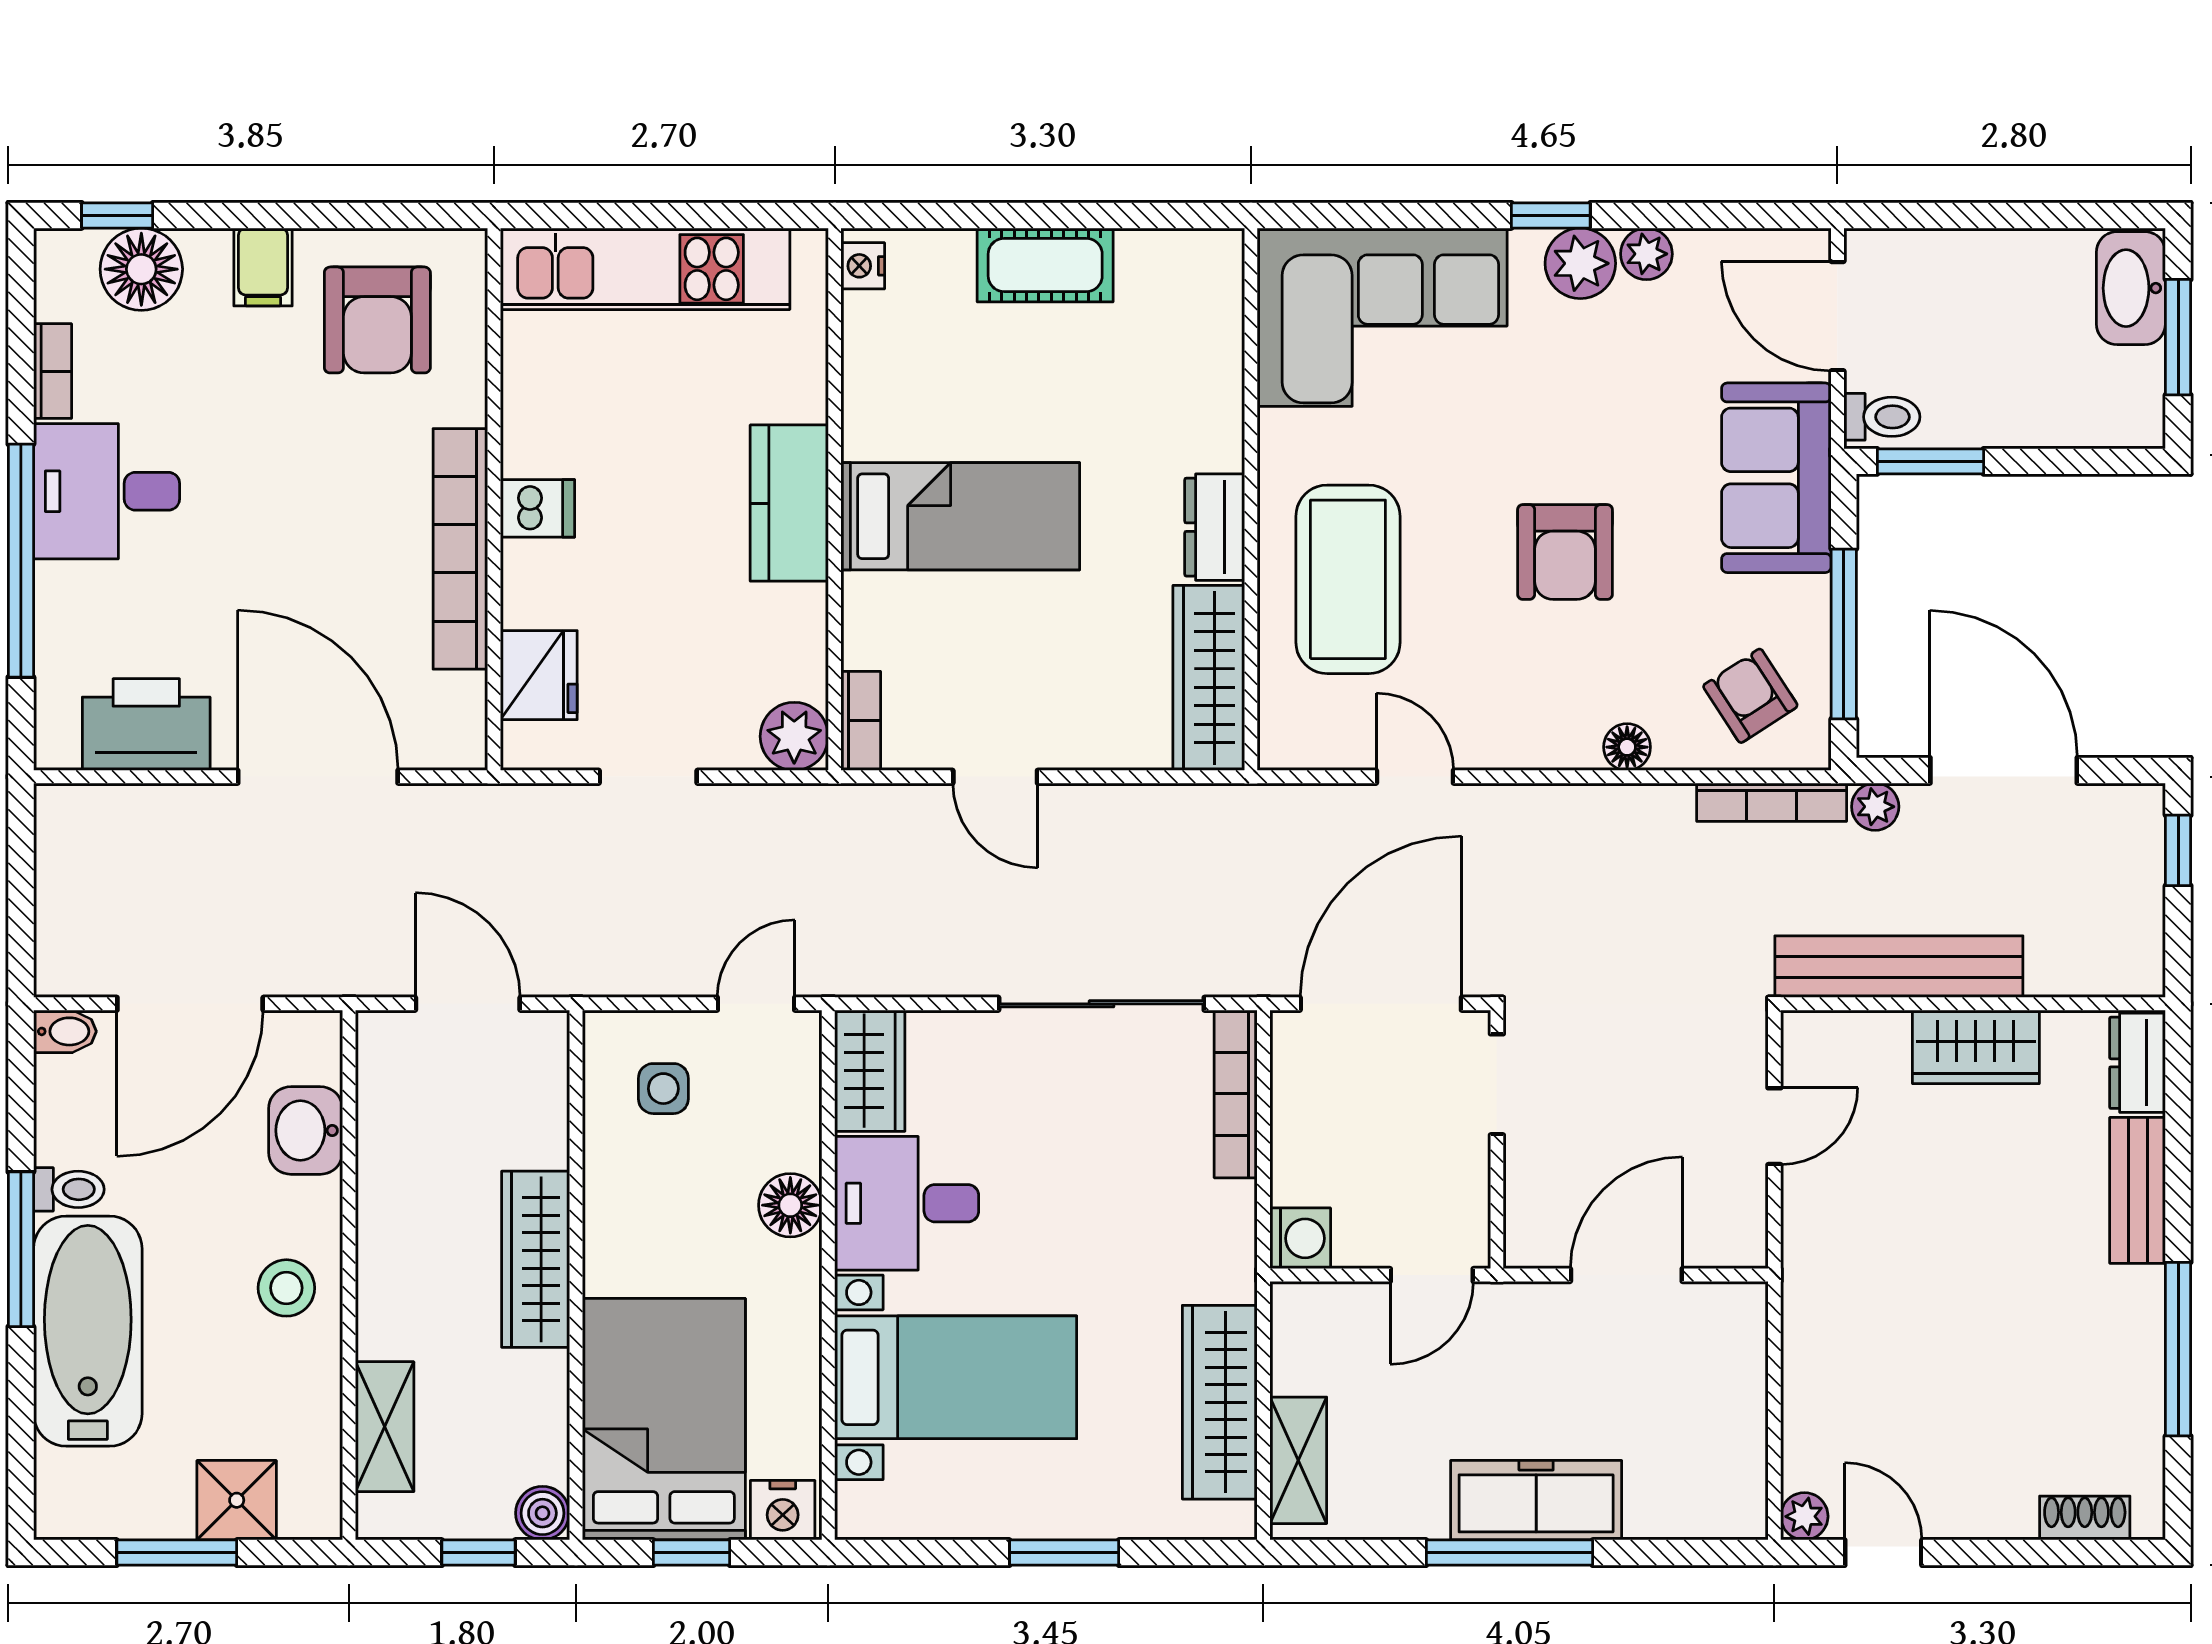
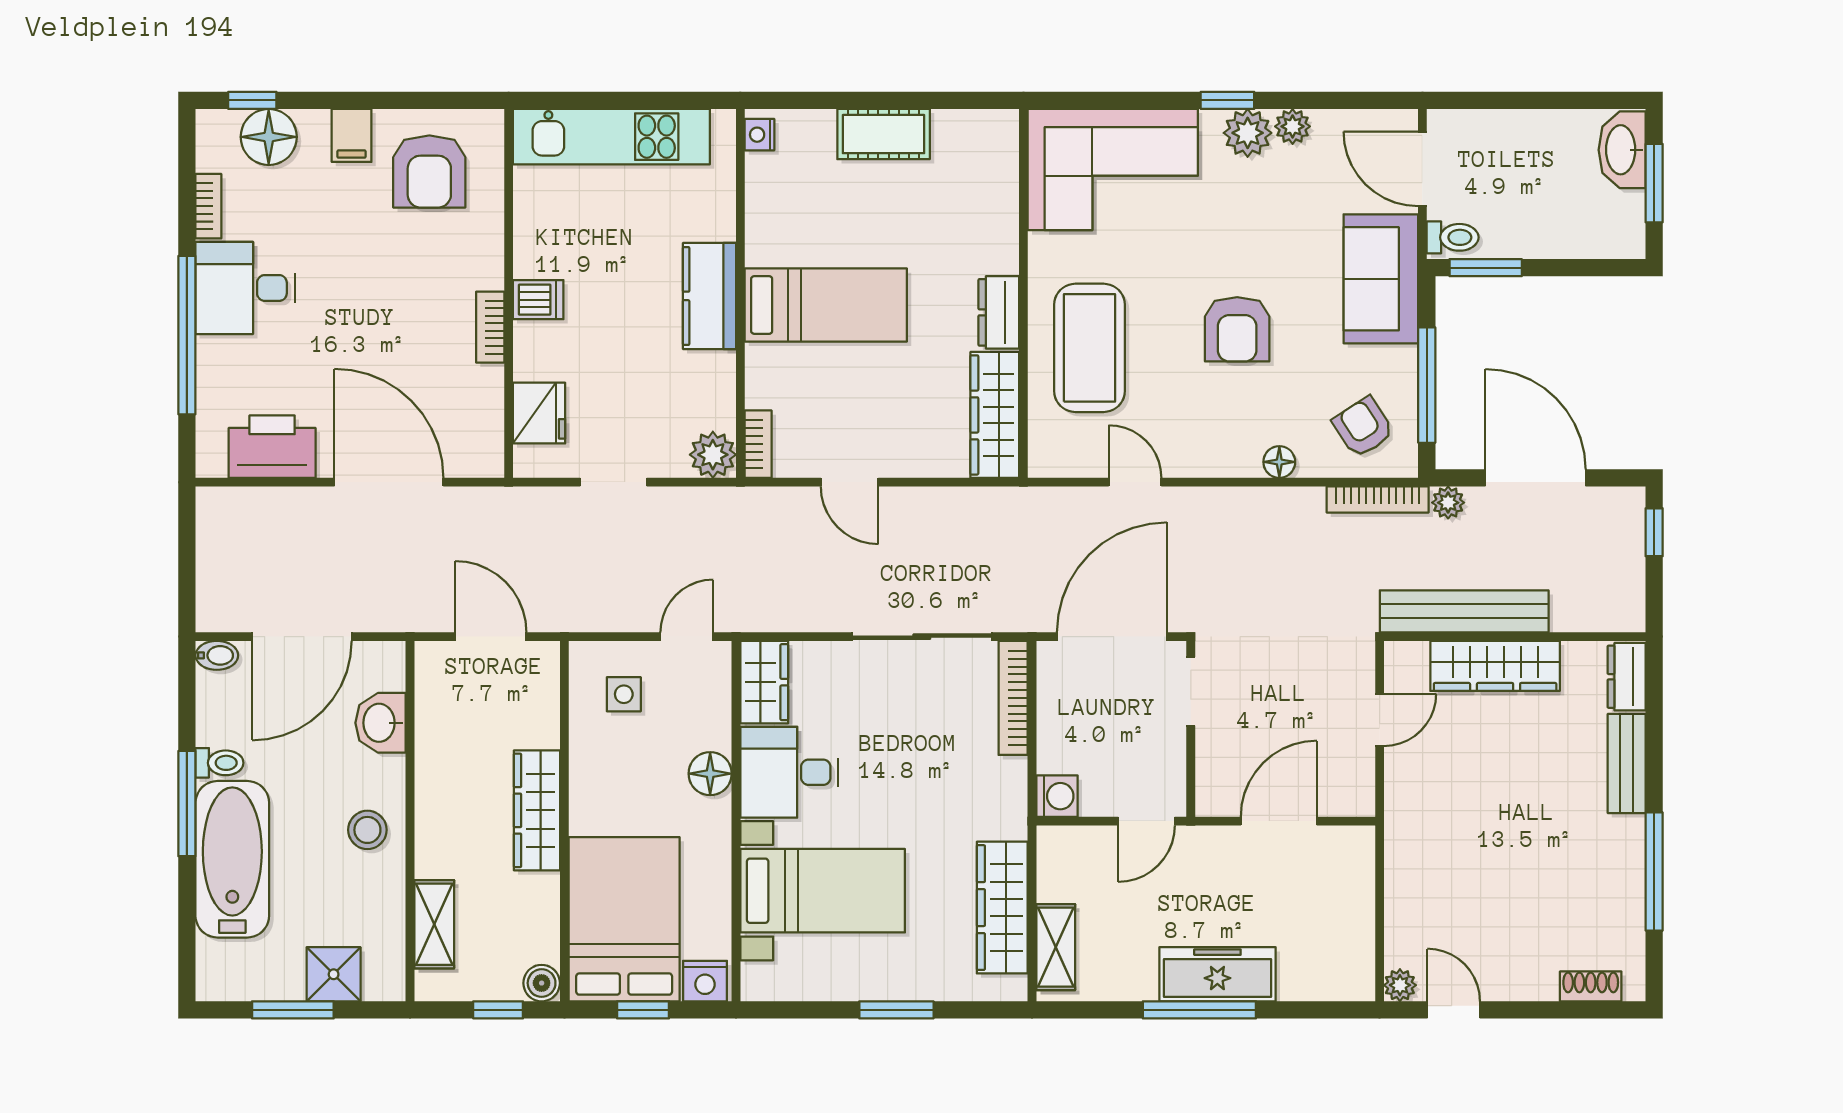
bookcase: (460, 549) -> (490, 327), width x0.43, depth x0.76
wardrobe: (1976, 1047) -> (1495, 666), width x1.50

